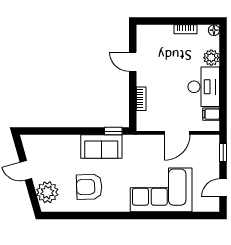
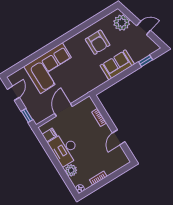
door: (133, 62) -> (119, 137), swing flipped
window: (113, 131) -> (146, 61), moved
sofa: (101, 147) -> (117, 65), moved
armchair: (89, 187) -> (98, 42), turned 92

